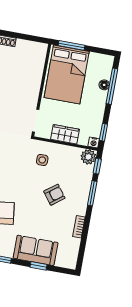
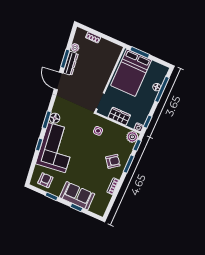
armchair: (54, 195) -> (113, 161), moved

